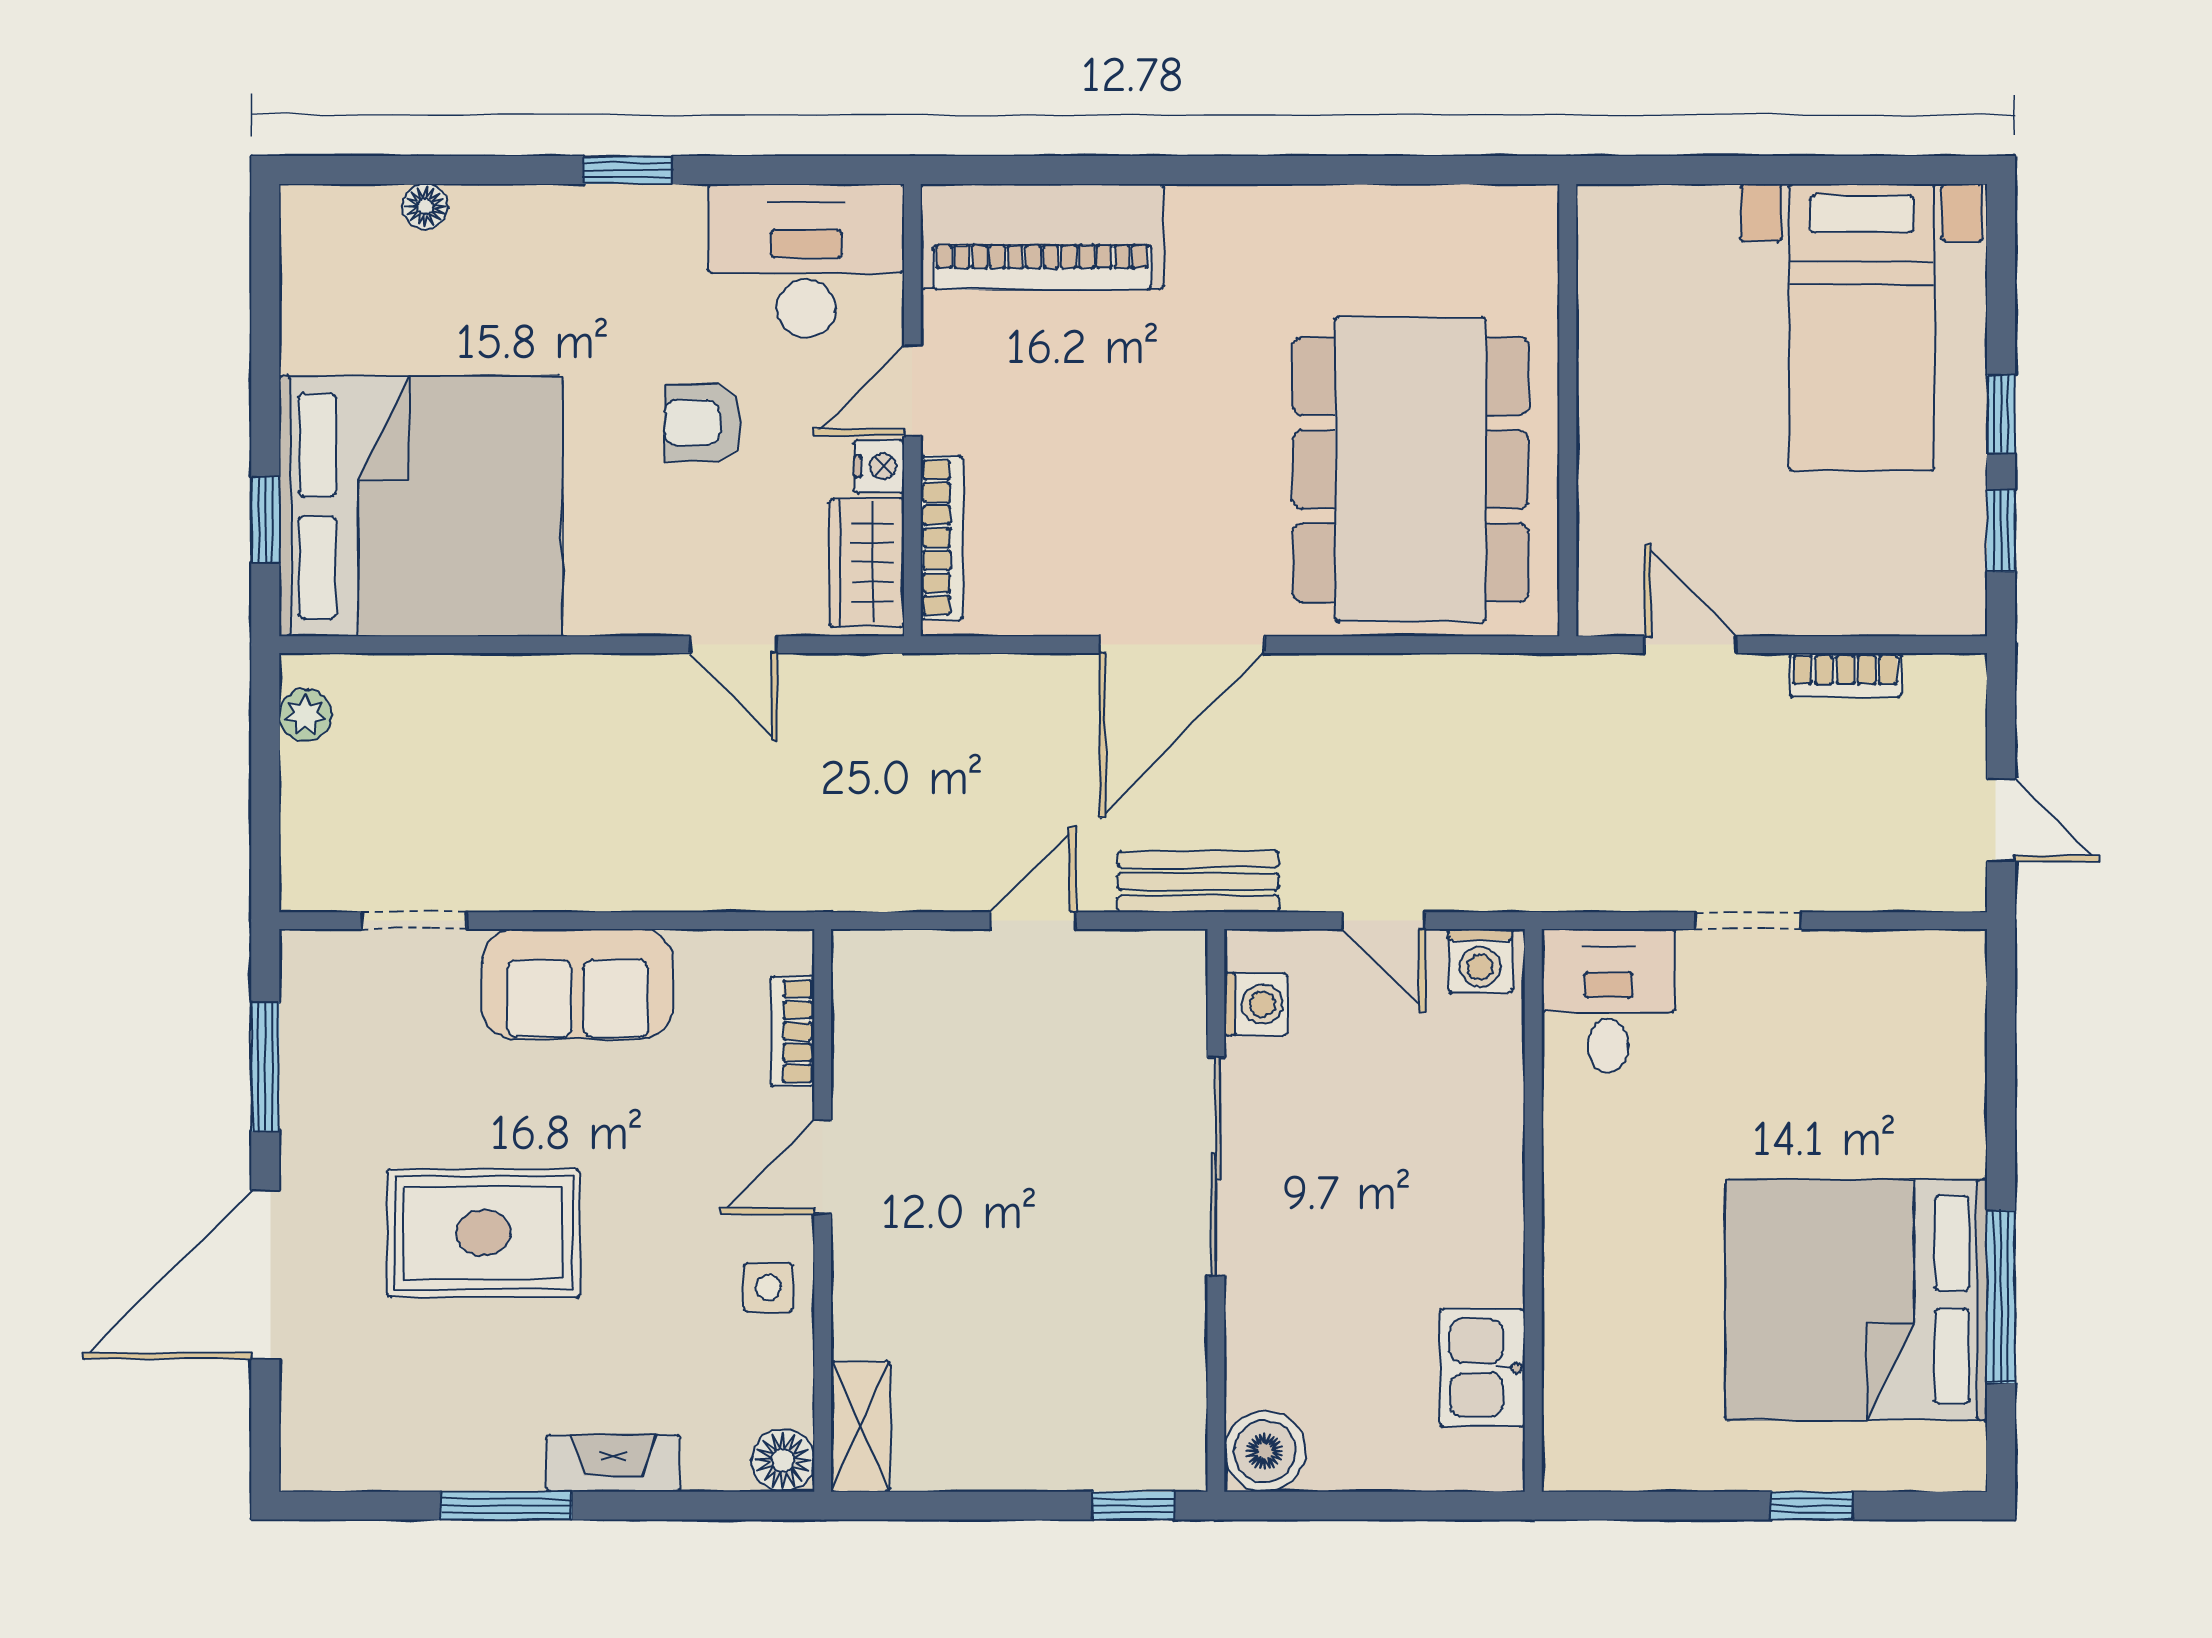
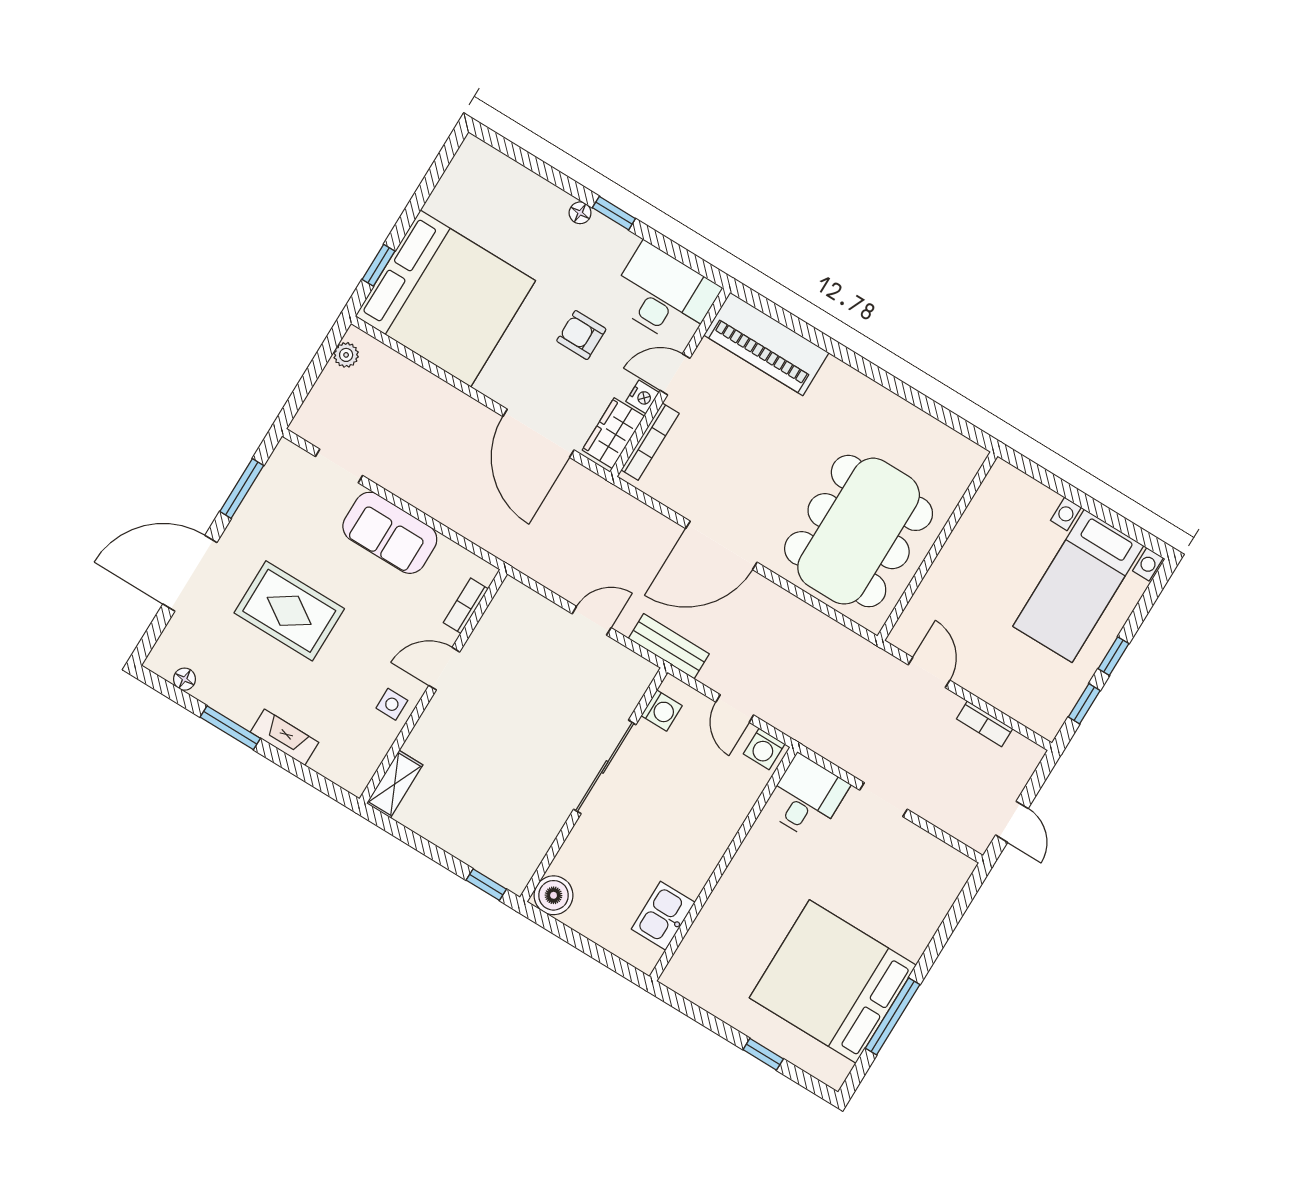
floor lamp: (425, 207) -> (580, 213), moved
door: (733, 645) -> (538, 433), width x1.88
floor lamp: (783, 1460) -> (185, 679), moved, width x0.73, depth x0.73

